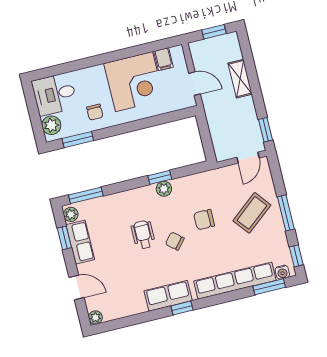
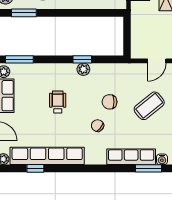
chair: (175, 241) -> (98, 126), moved
row of seats: (235, 281) -> (131, 157), width x0.73
row of seats: (168, 296) -> (47, 156), width x2.02
window: (182, 308) -> (35, 168), moved

